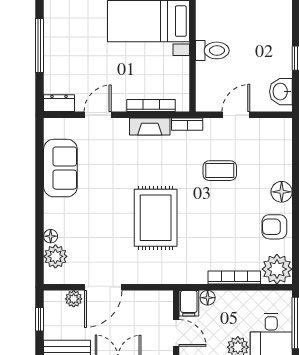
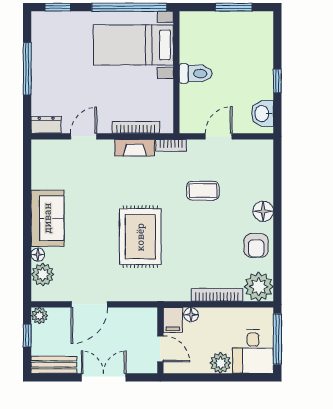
sofa: (60, 168) -> (47, 218), moved
armchair: (274, 227) -> (256, 245), turned -90
plant: (74, 299) -> (39, 316), moved

